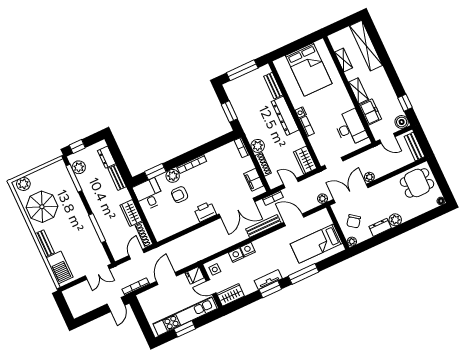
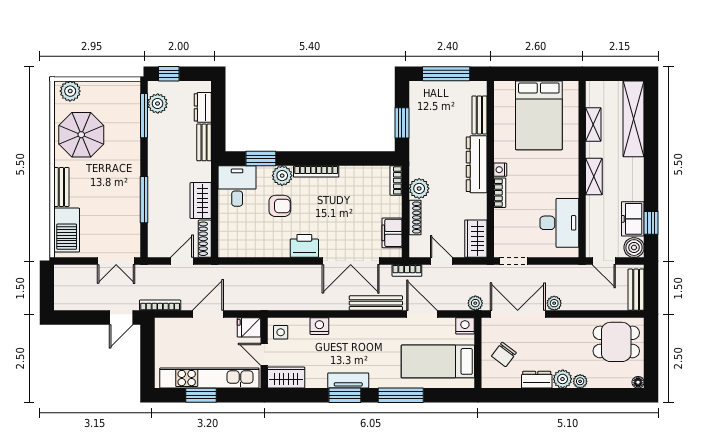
freezer: (370, 112) -> (633, 219), moved, turned 180
armchair: (180, 195) -> (280, 206), turned 180
plant: (352, 242) -> (580, 381), moved
nightstand: (248, 250) -> (465, 326), moved

